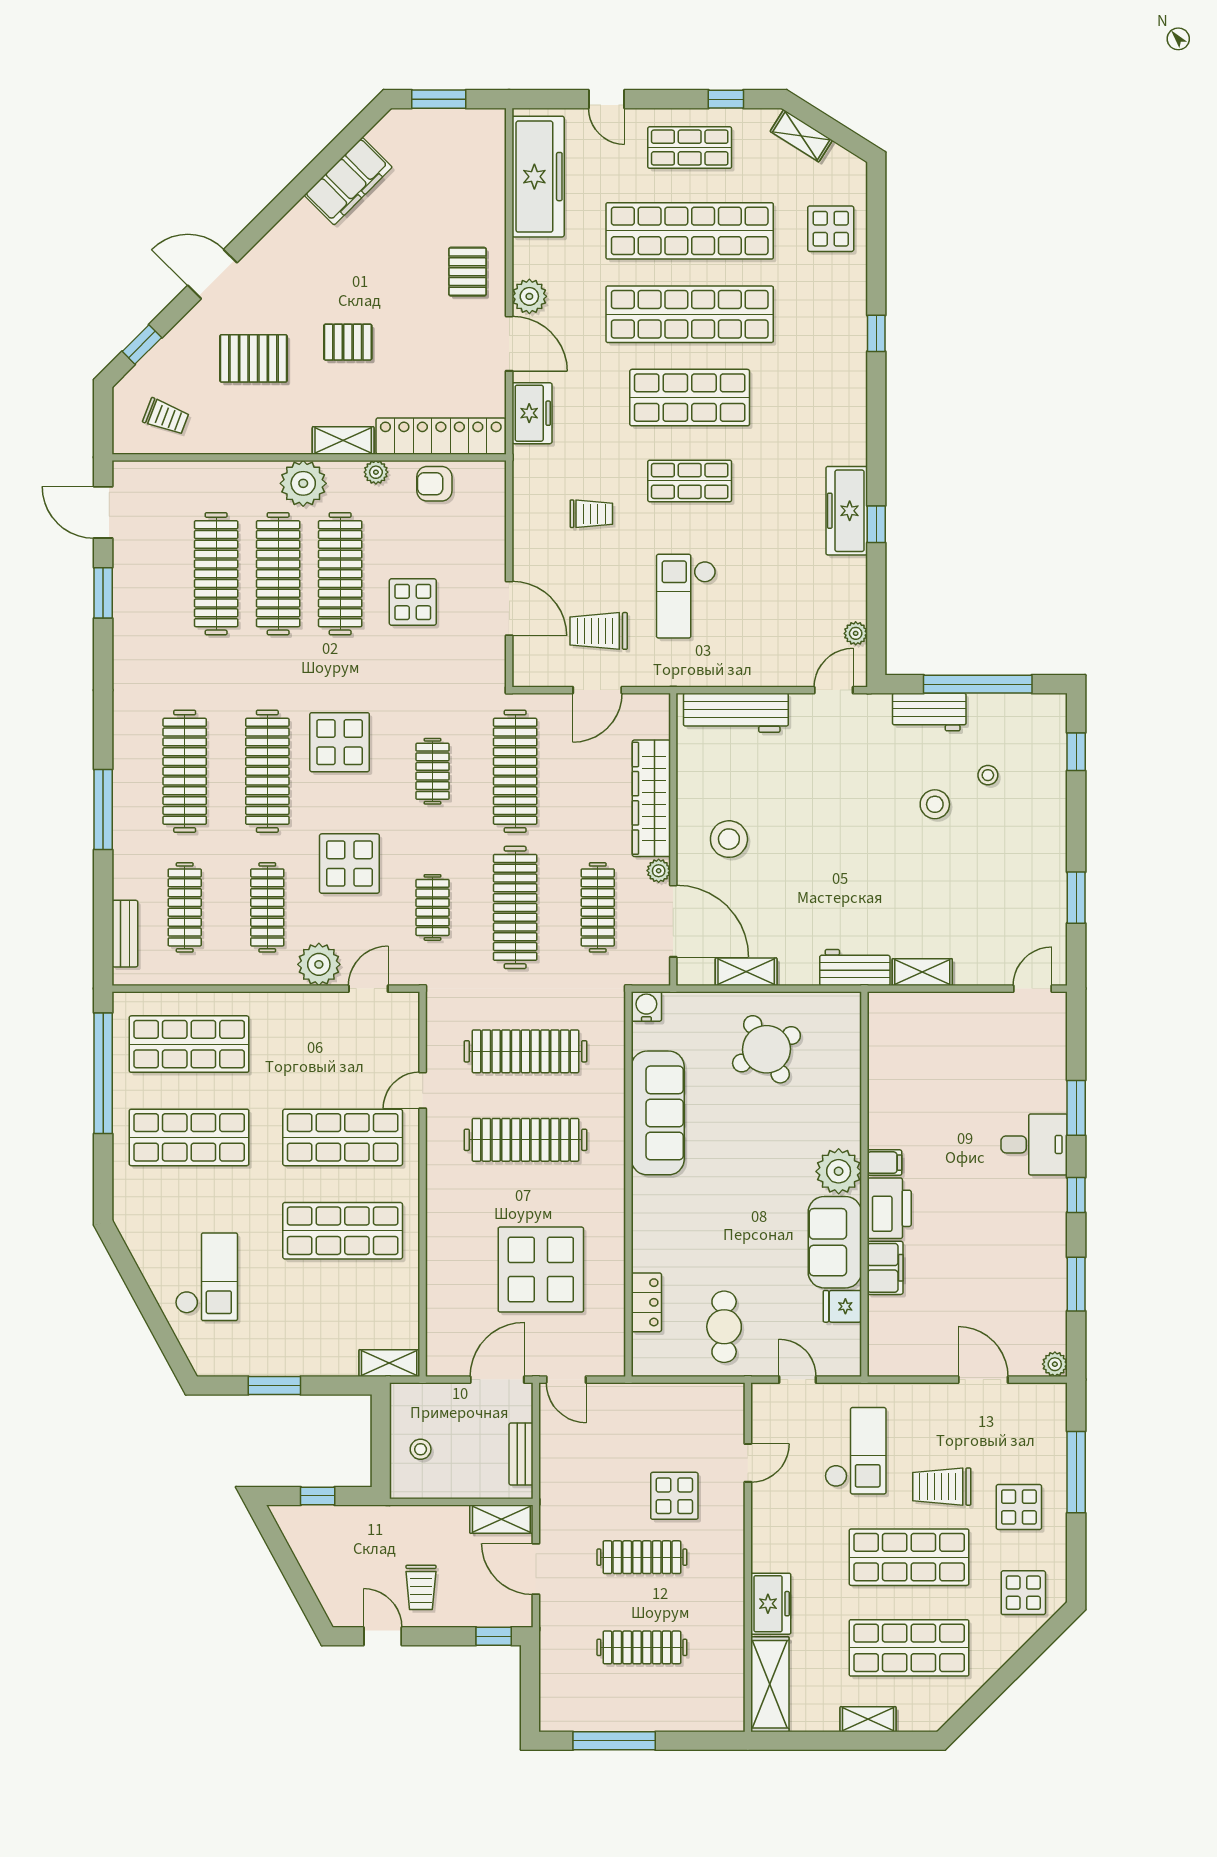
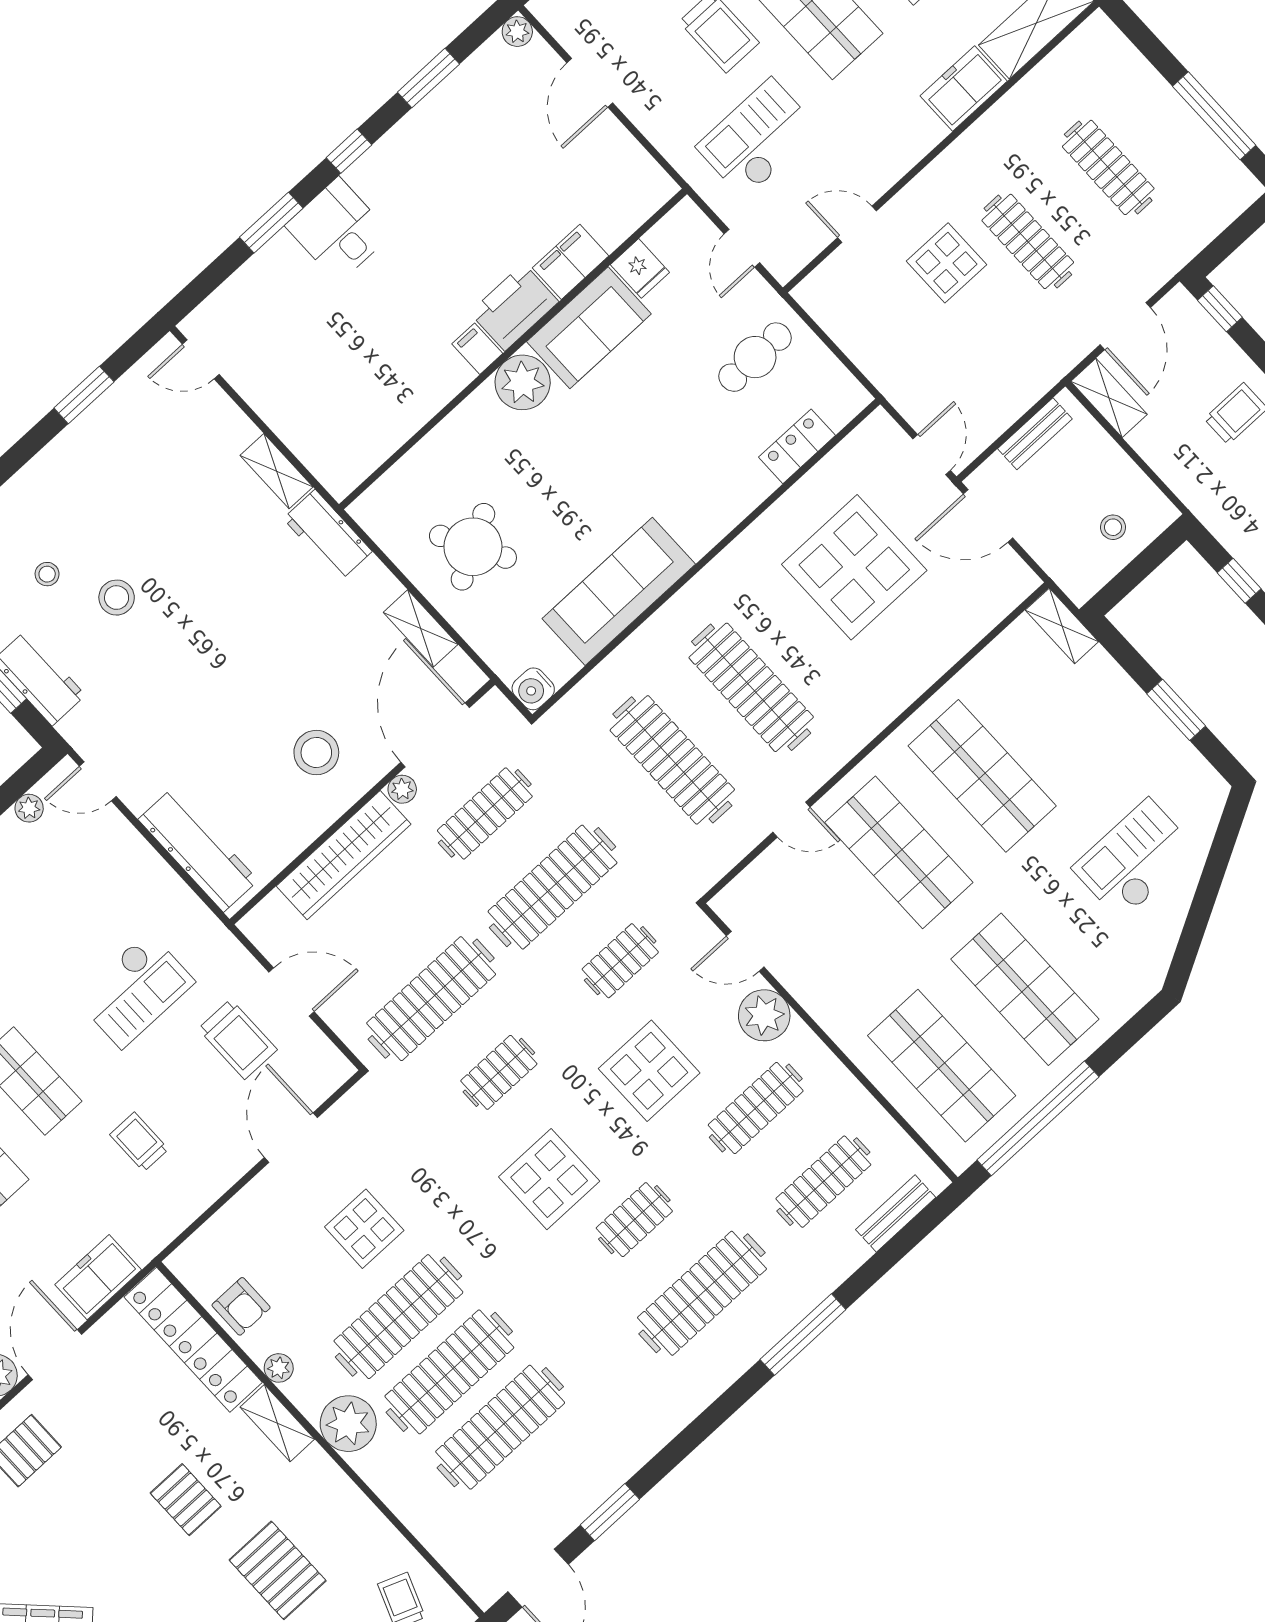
clothes rail: (267, 771) -> (634, 1220), width x0.54, depth x0.76

